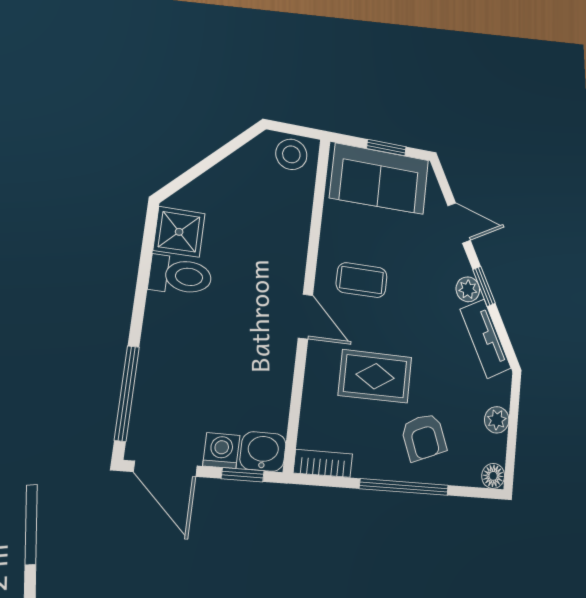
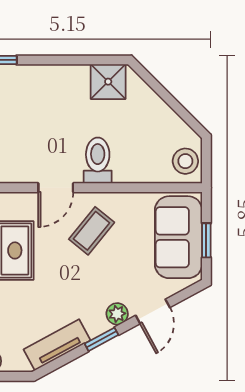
toilet: (181, 276) -> (98, 160), moved, turned 180
coffee table: (362, 280) -> (92, 231), turned 39
plant: (468, 289) -> (117, 314), moved

